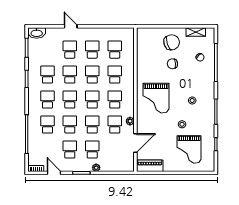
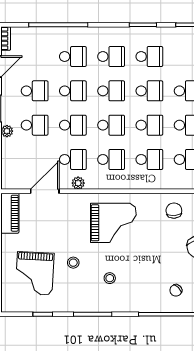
chair: (172, 64) -> (174, 211), moved
grand piano: (156, 98) -> (113, 223), turned 180
door: (135, 143) -> (45, 191), swing flipped
grand piano: (189, 149) -> (35, 273), turned -87

